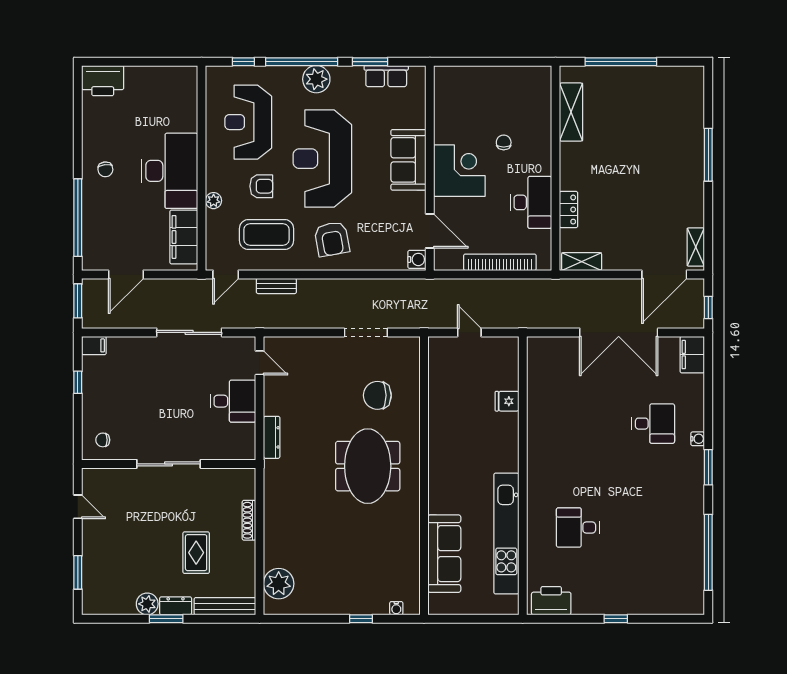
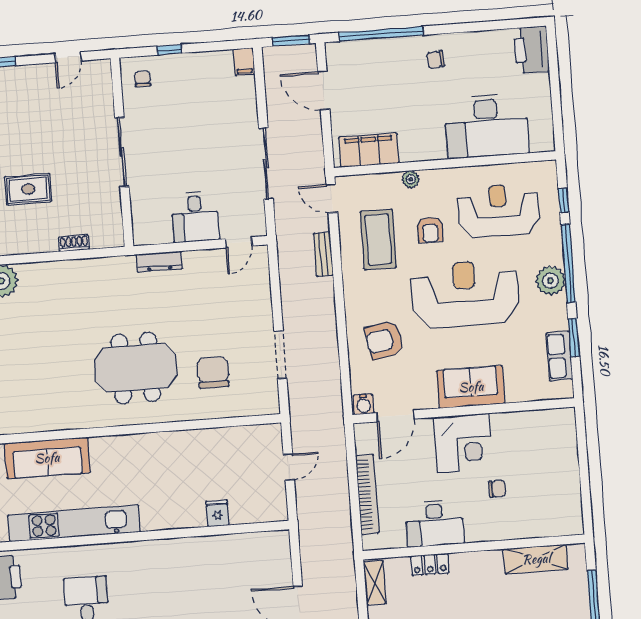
desk: (170, 171) -> (487, 126), moved
armchair: (332, 239) -> (384, 340), moved
window: (78, 382) -> (169, 50), moved
shoe rack: (249, 520) -> (74, 243), width x0.70

